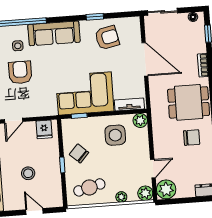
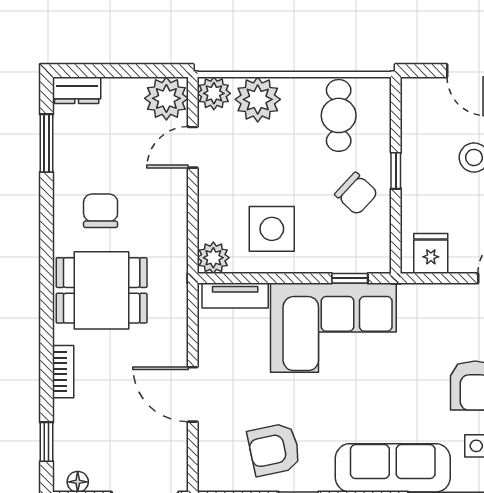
door: (145, 59) -> (193, 394), width x0.73
chair: (192, 138) -> (101, 211), turned 90
cafe table: (89, 187) -> (339, 115), turned -76
plant: (121, 197) -> (258, 99), width x1.88, depth x1.88

